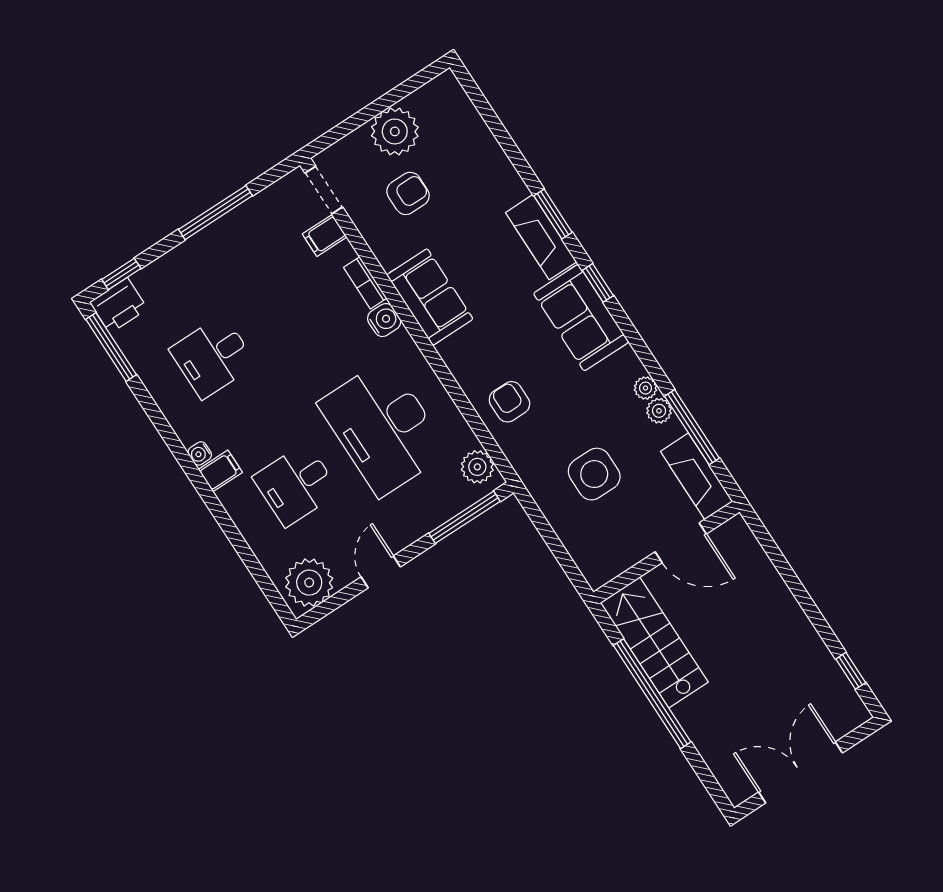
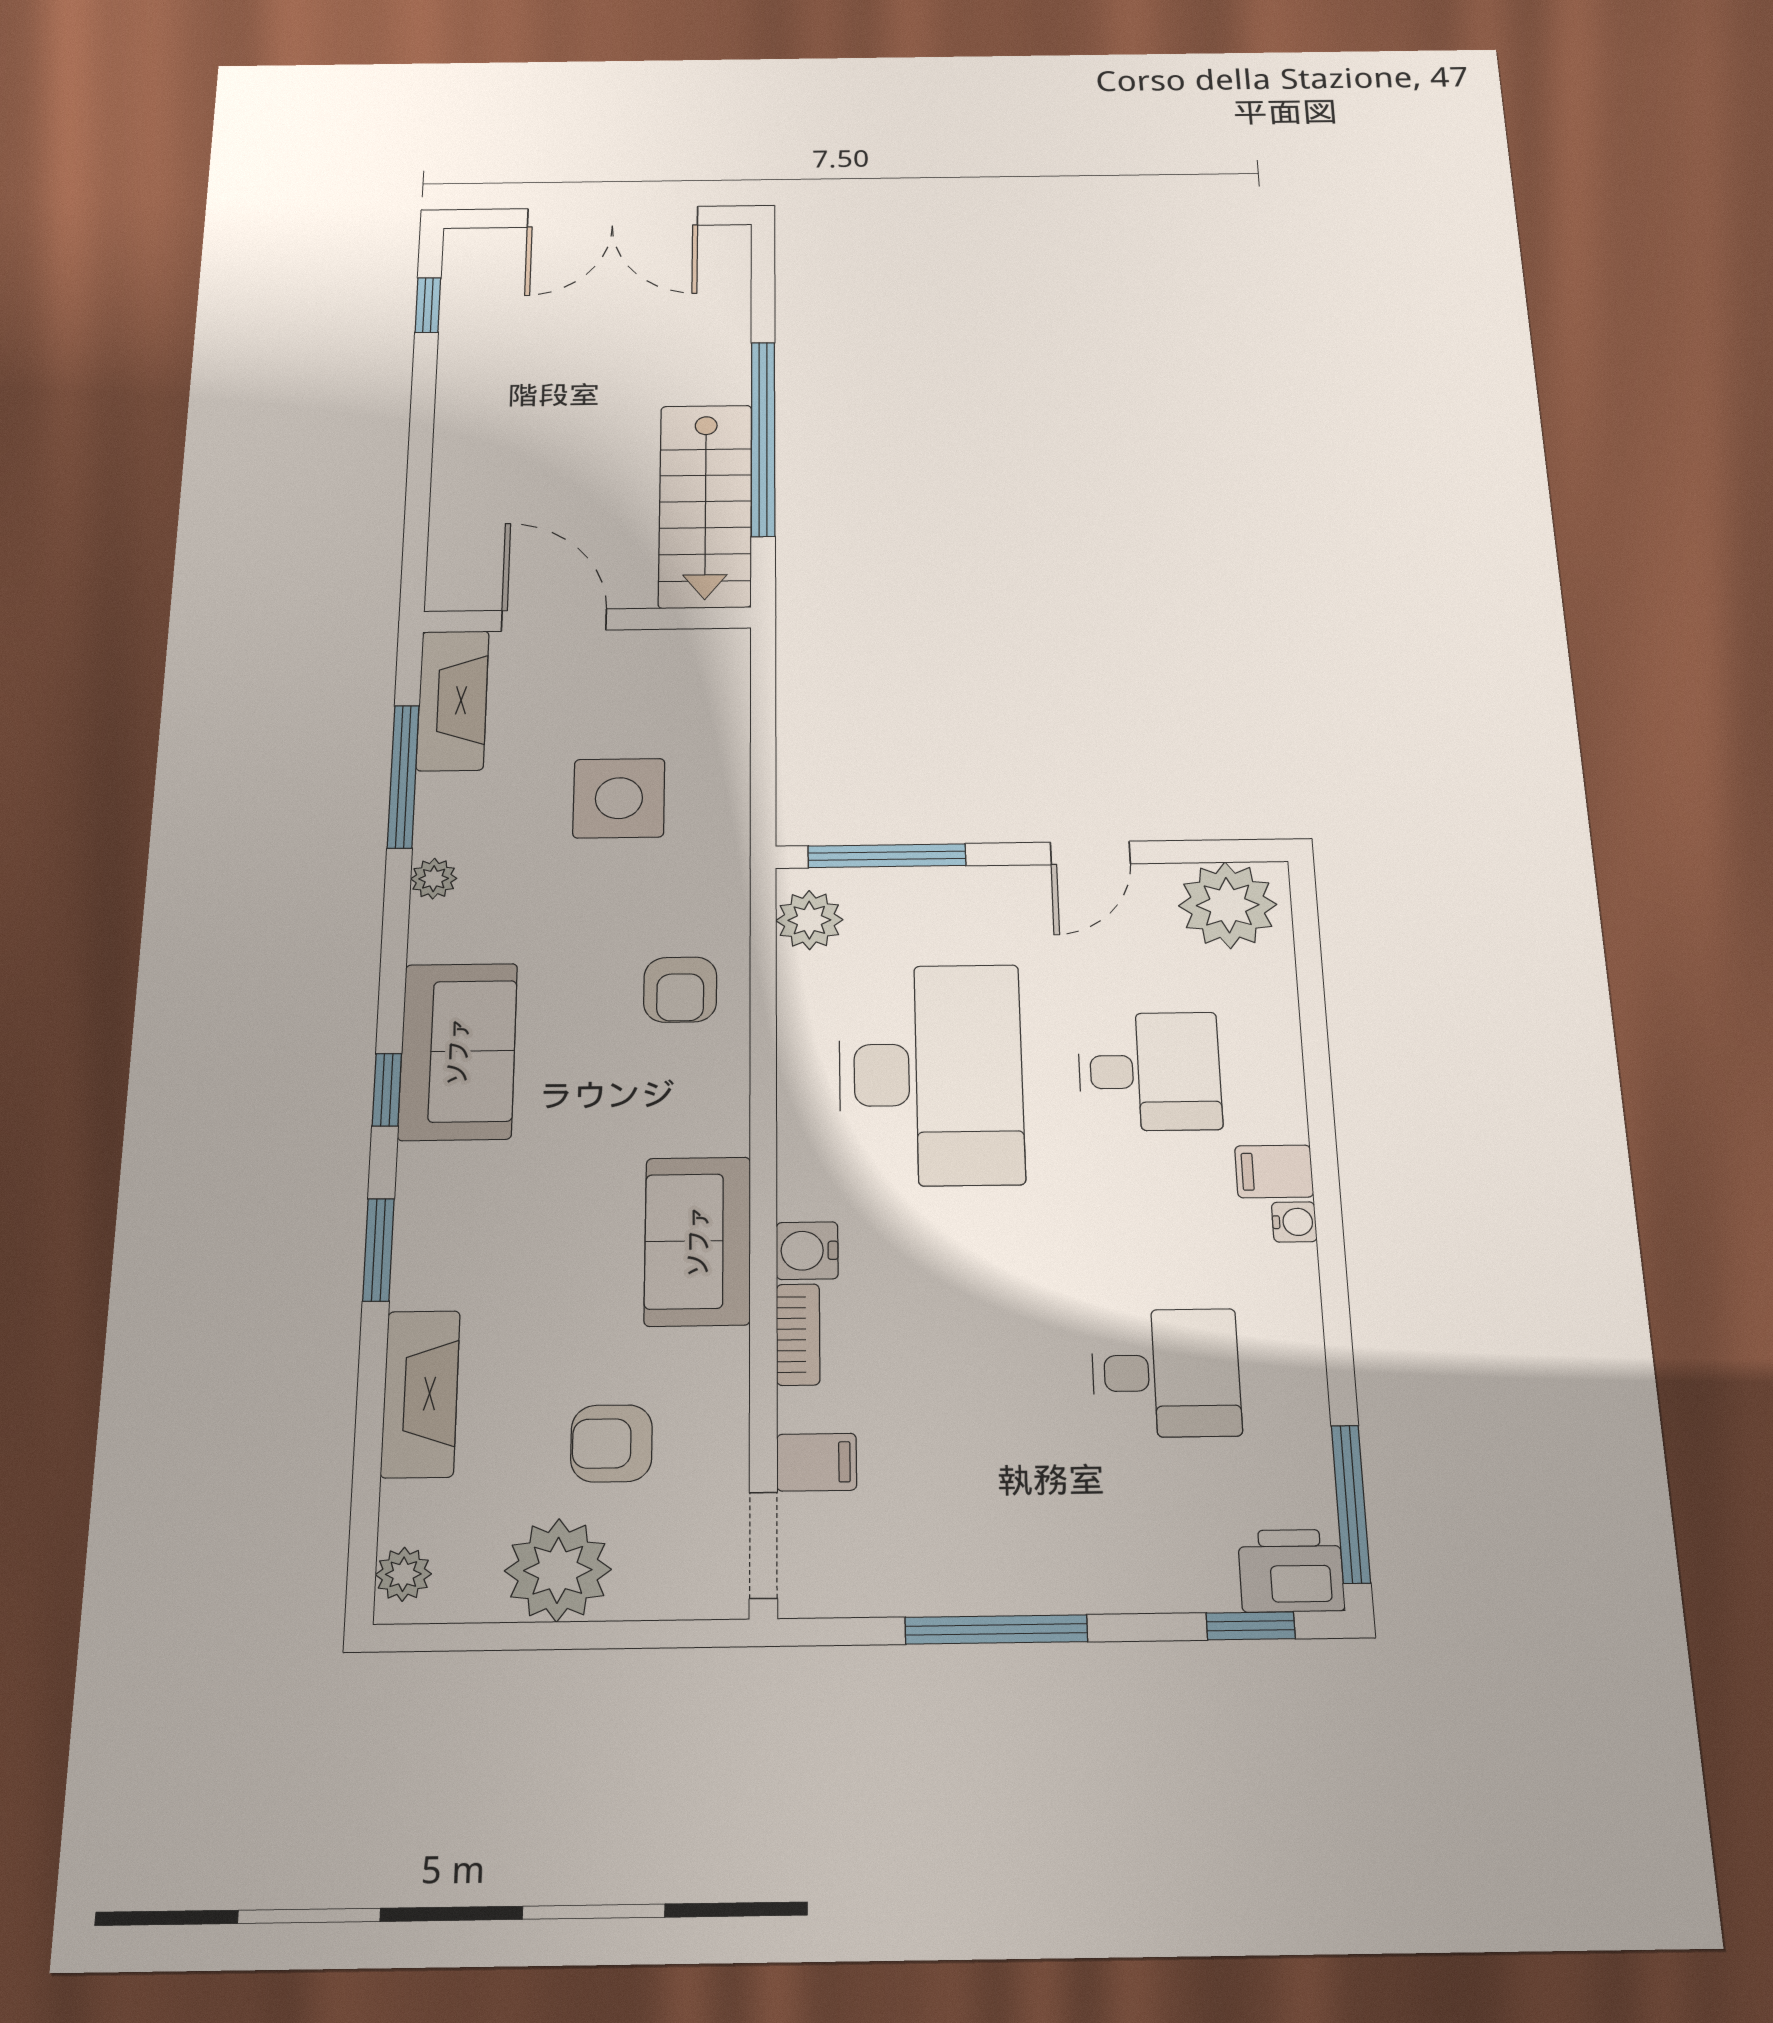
fireplace: (541, 237) -> (420, 1394), moved
plant: (659, 411) -> (403, 1574), moved

